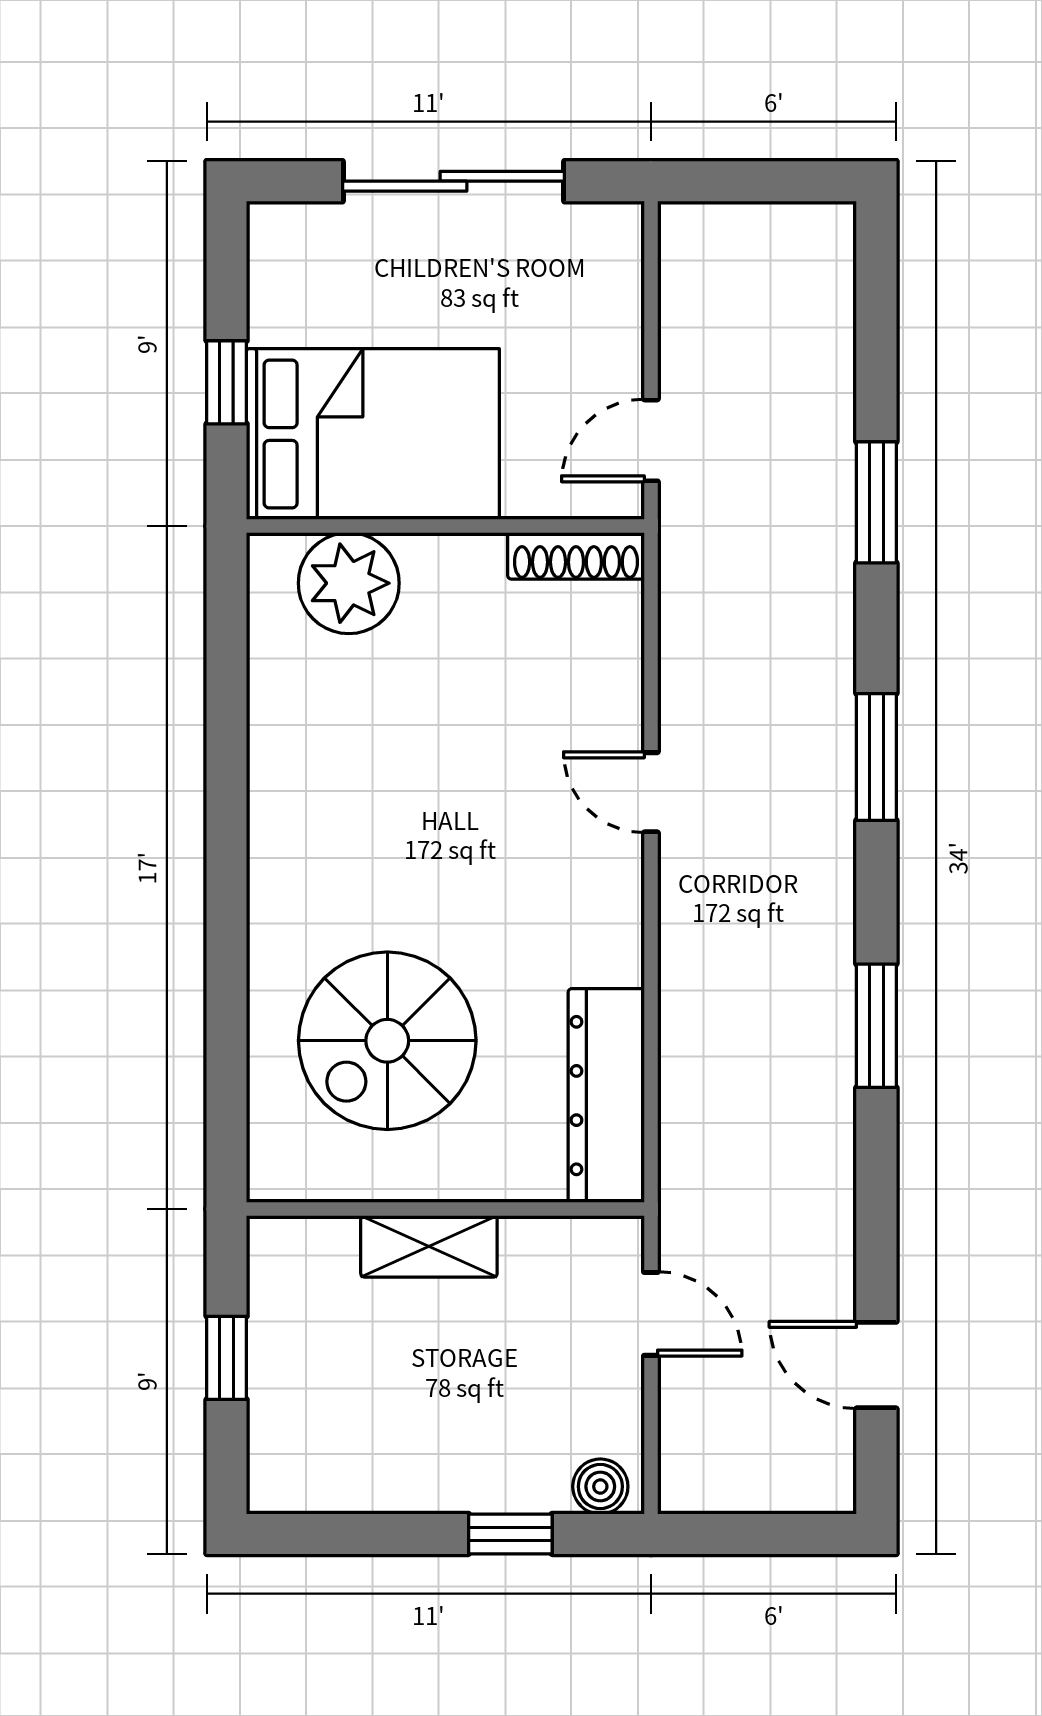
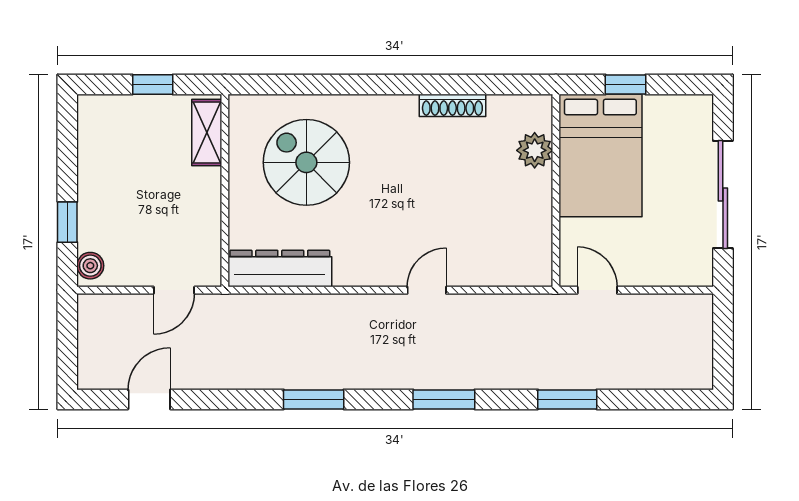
shoe rack: (576, 556) -> (452, 105), moved, turned -90
plant: (349, 583) -> (535, 150), width x0.73, depth x0.73
shelving: (429, 1246) -> (207, 133), moved

